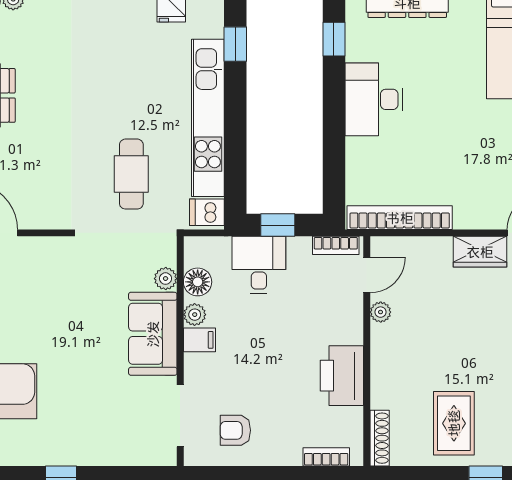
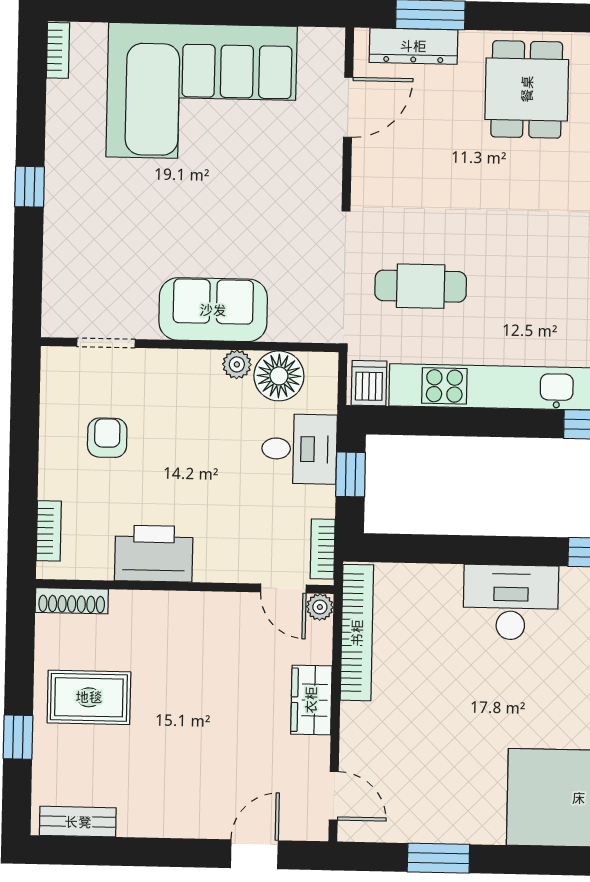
wardrobe: (480, 252) -> (311, 700), moved
plant: (166, 279) -> (284, 328), removed
floor lamp: (198, 282) -> (279, 376), width x1.38, depth x1.38
plant: (381, 312) -> (320, 607), moved
filing cabinet: (200, 340) -> (204, 370), removed
doorway: (180, 416) -> (106, 343), width x0.73
armchair: (235, 430) -> (107, 438), moved

